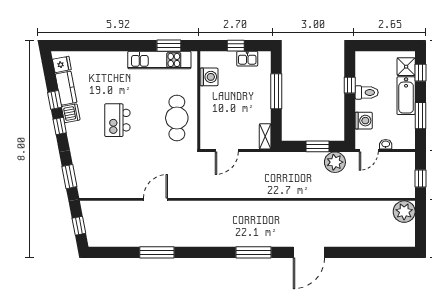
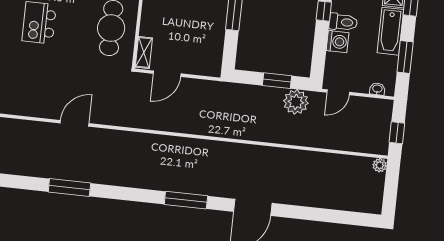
washing machine: (364, 121) -> (337, 42), moved
shelving: (265, 136) -> (144, 53), moved
washbasin: (386, 144) -> (377, 89), moved
plant: (404, 212) -> (380, 165), width x0.53, depth x0.53

